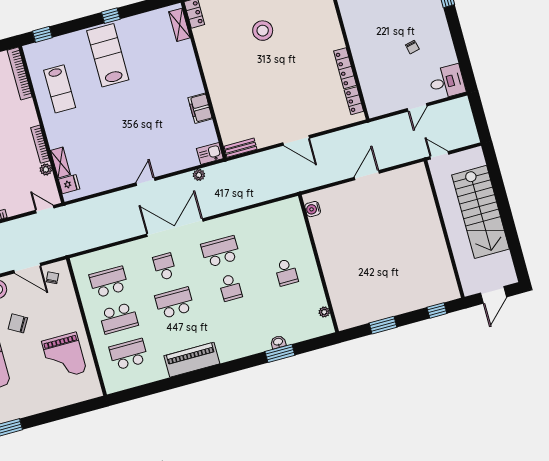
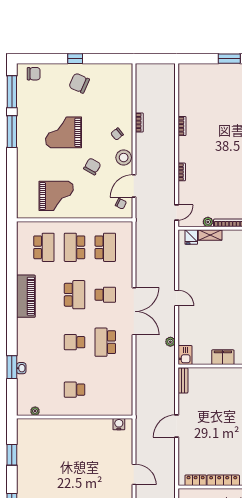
school desk: (220, 251) -> (105, 342), turned 180
grand piano: (64, 356) -> (56, 196), turned 180

